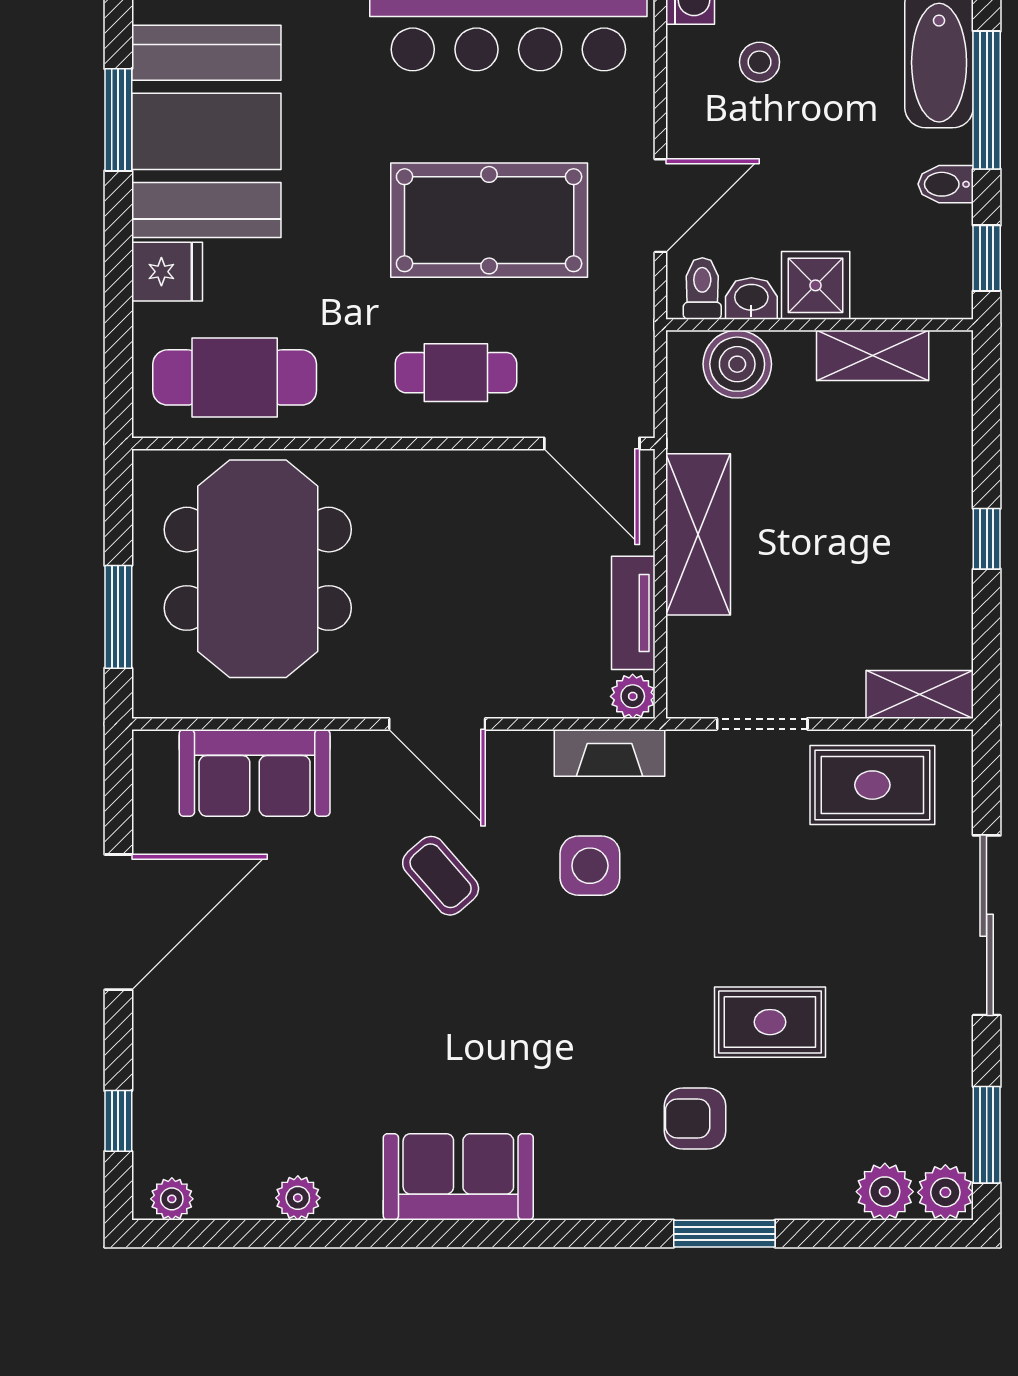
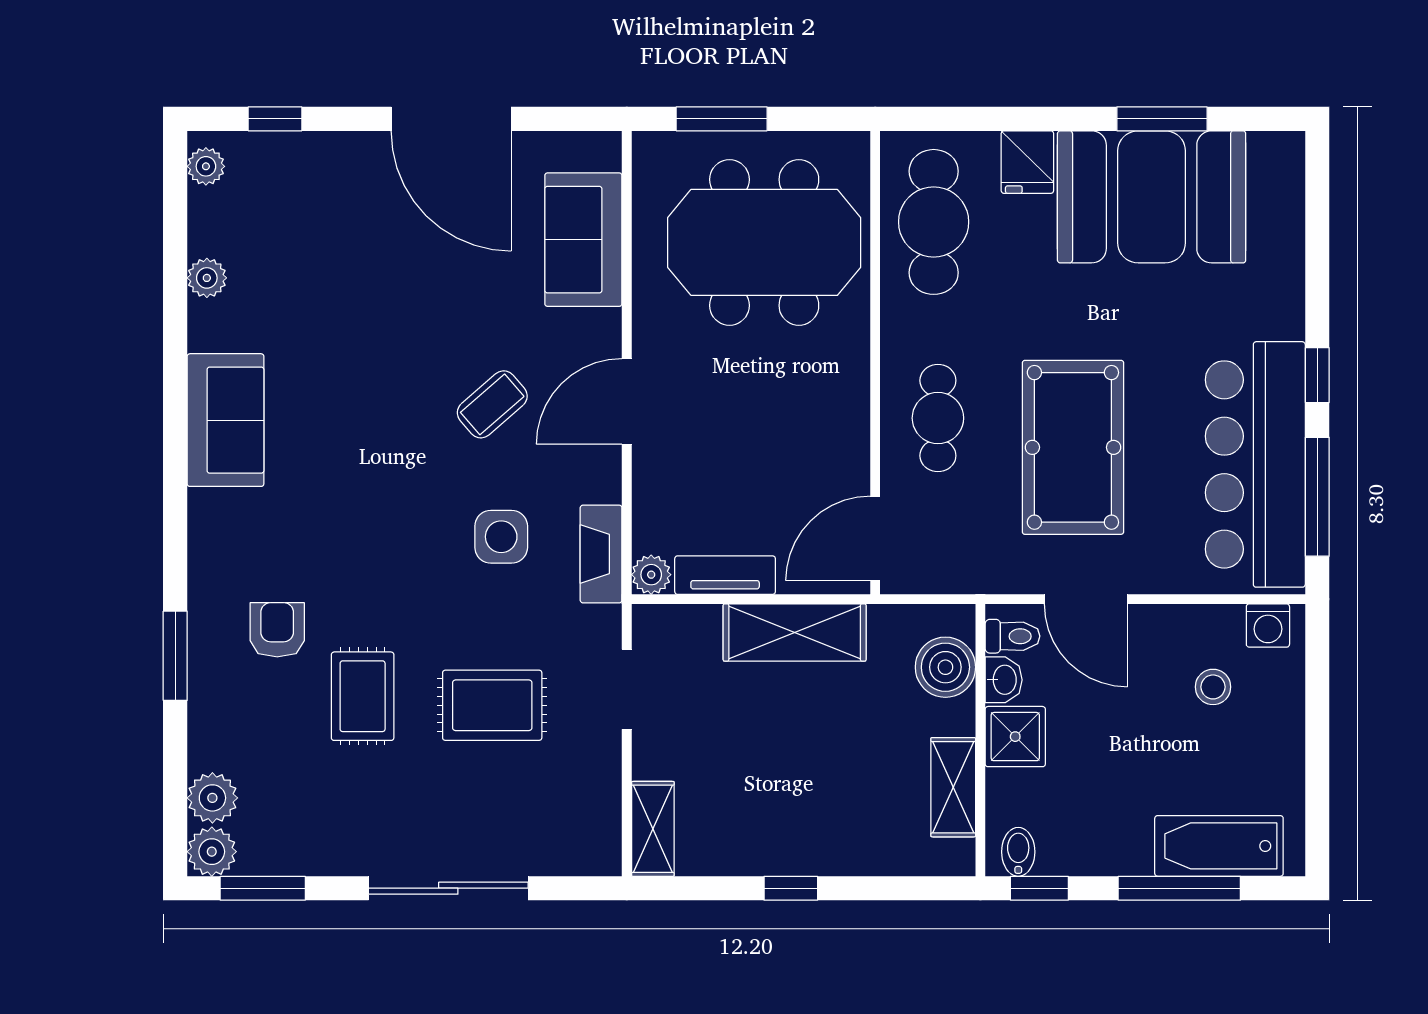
bidet: (946, 184) -> (1018, 852), moved
rug: (872, 785) -> (492, 705), moved, turned 90

